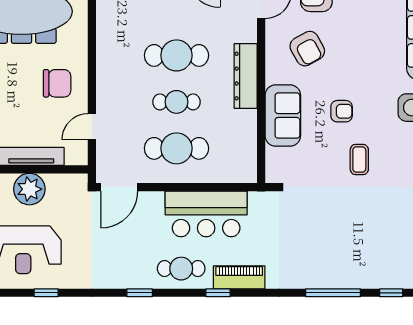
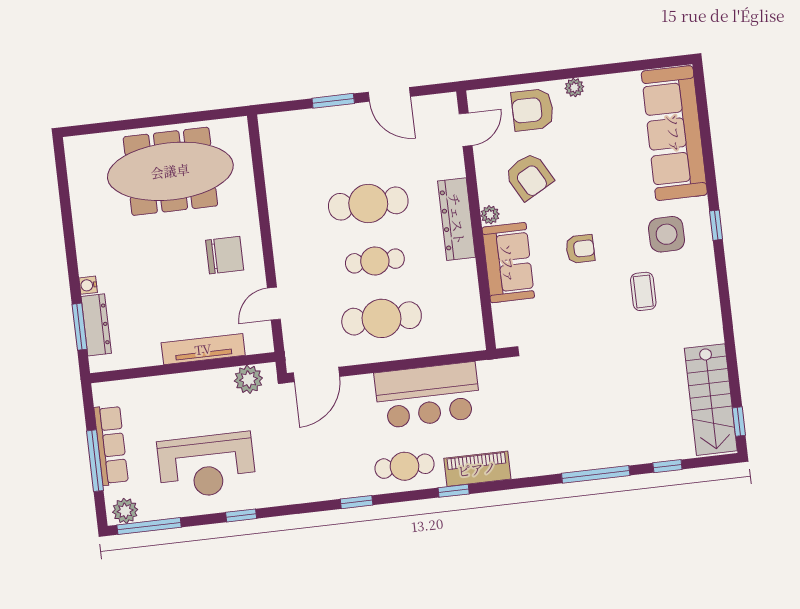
plant: (273, 76) -> (490, 215), added
coffee table: (359, 160) -> (643, 291), moved
plant: (29, 189) -> (248, 379), moved, width x0.73, depth x0.73

